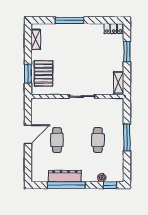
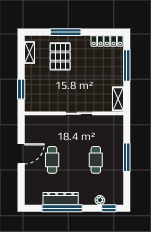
locker: (114, 29) -> (107, 41), width x1.53
window: (127, 52) -> (127, 66), width x1.44
pallet: (43, 73) -> (60, 56), moved

